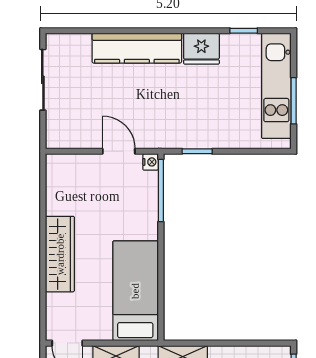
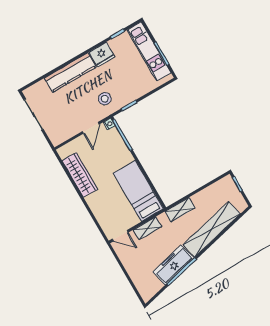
stool: (166, 119) -> (105, 99), added
door: (119, 151) -> (91, 128), swing flipped
wardrobe: (60, 254) -> (80, 175), moved

